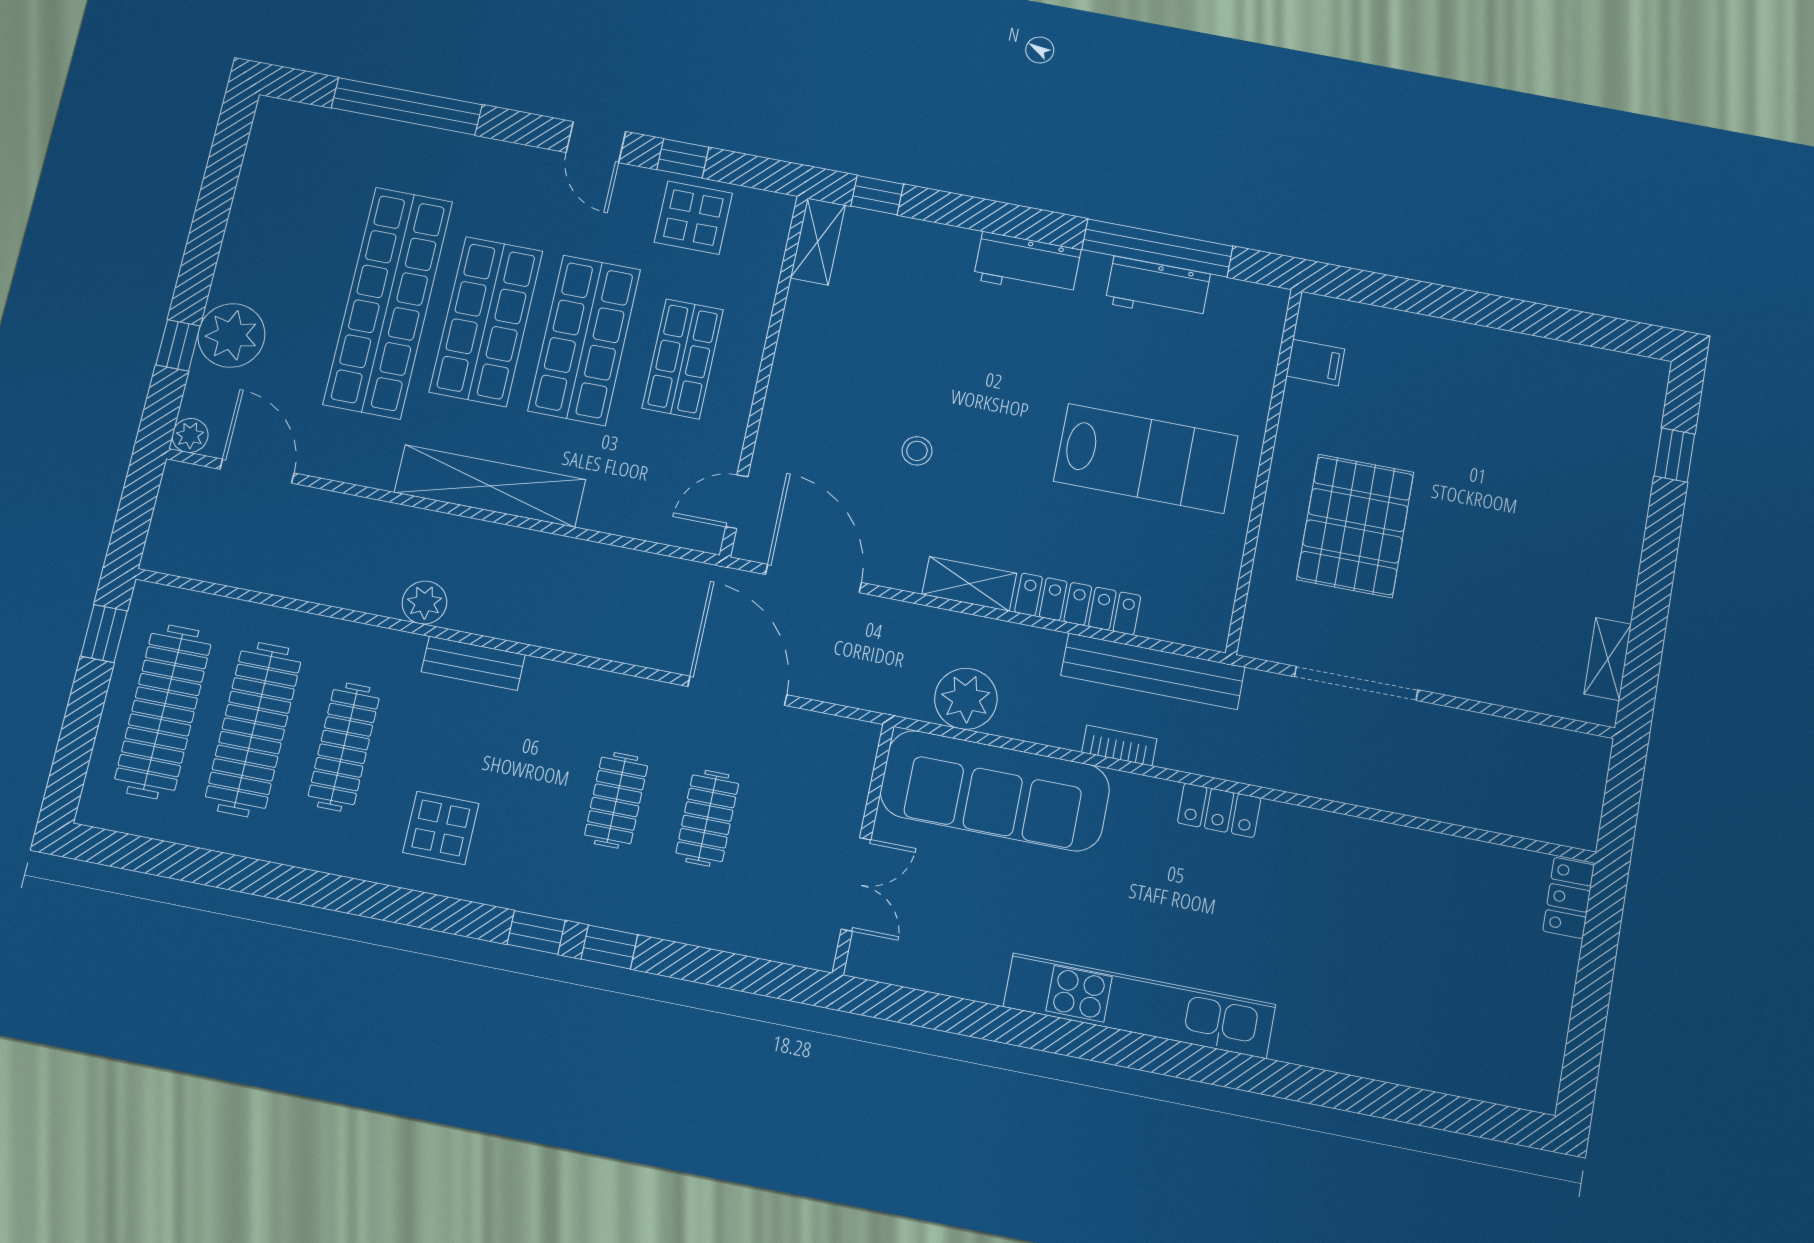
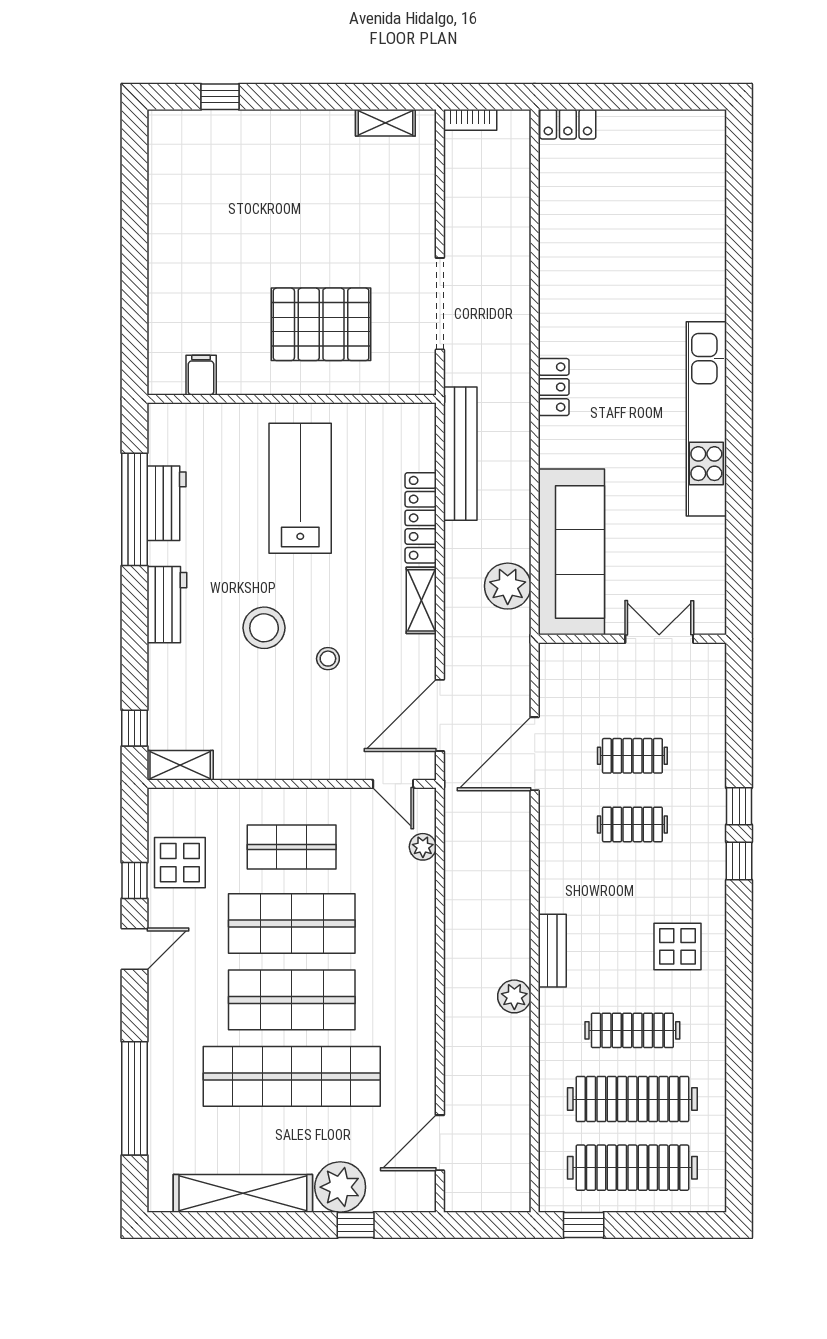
stool: (973, 379) -> (264, 628), added
plant: (190, 435) -> (423, 847), moved
shelving: (490, 486) -> (243, 1193), moved, turned 90
bookcase: (1119, 746) -> (470, 120), moved, turned -90

